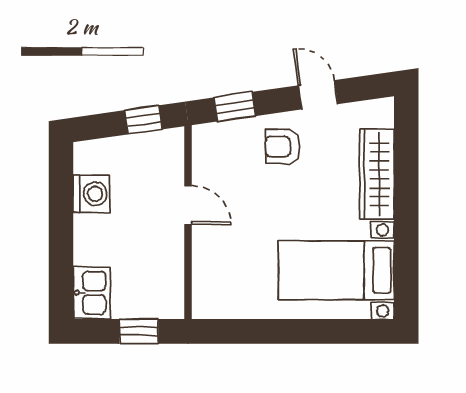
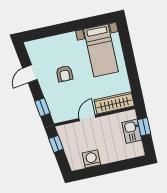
armchair: (283, 147) -> (64, 74), moved
wardrobe: (377, 174) -> (114, 103), moved, turned 180
kitchen sink: (92, 293) -> (132, 131), moved, turned -90

